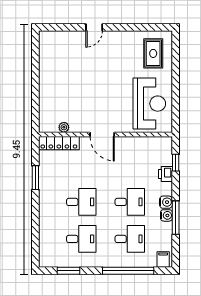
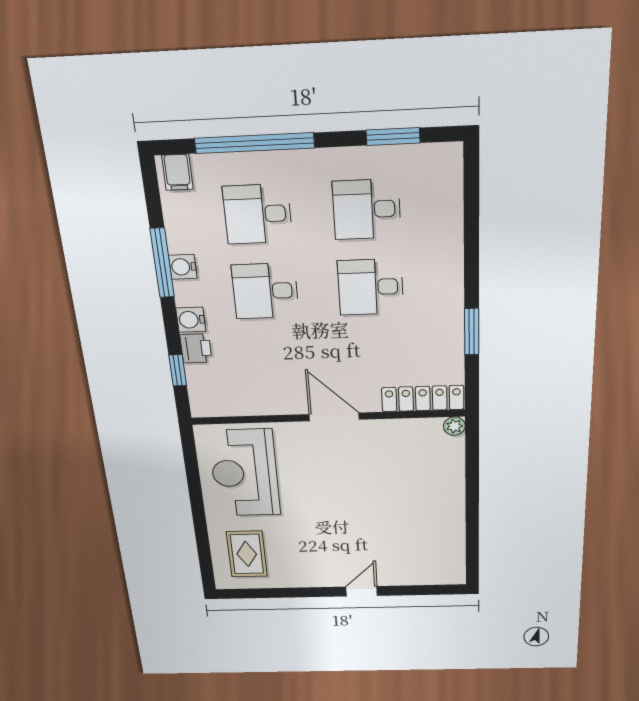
plant: (64, 127) -> (454, 426), moved
water cooler: (166, 202) -> (191, 320), moved

